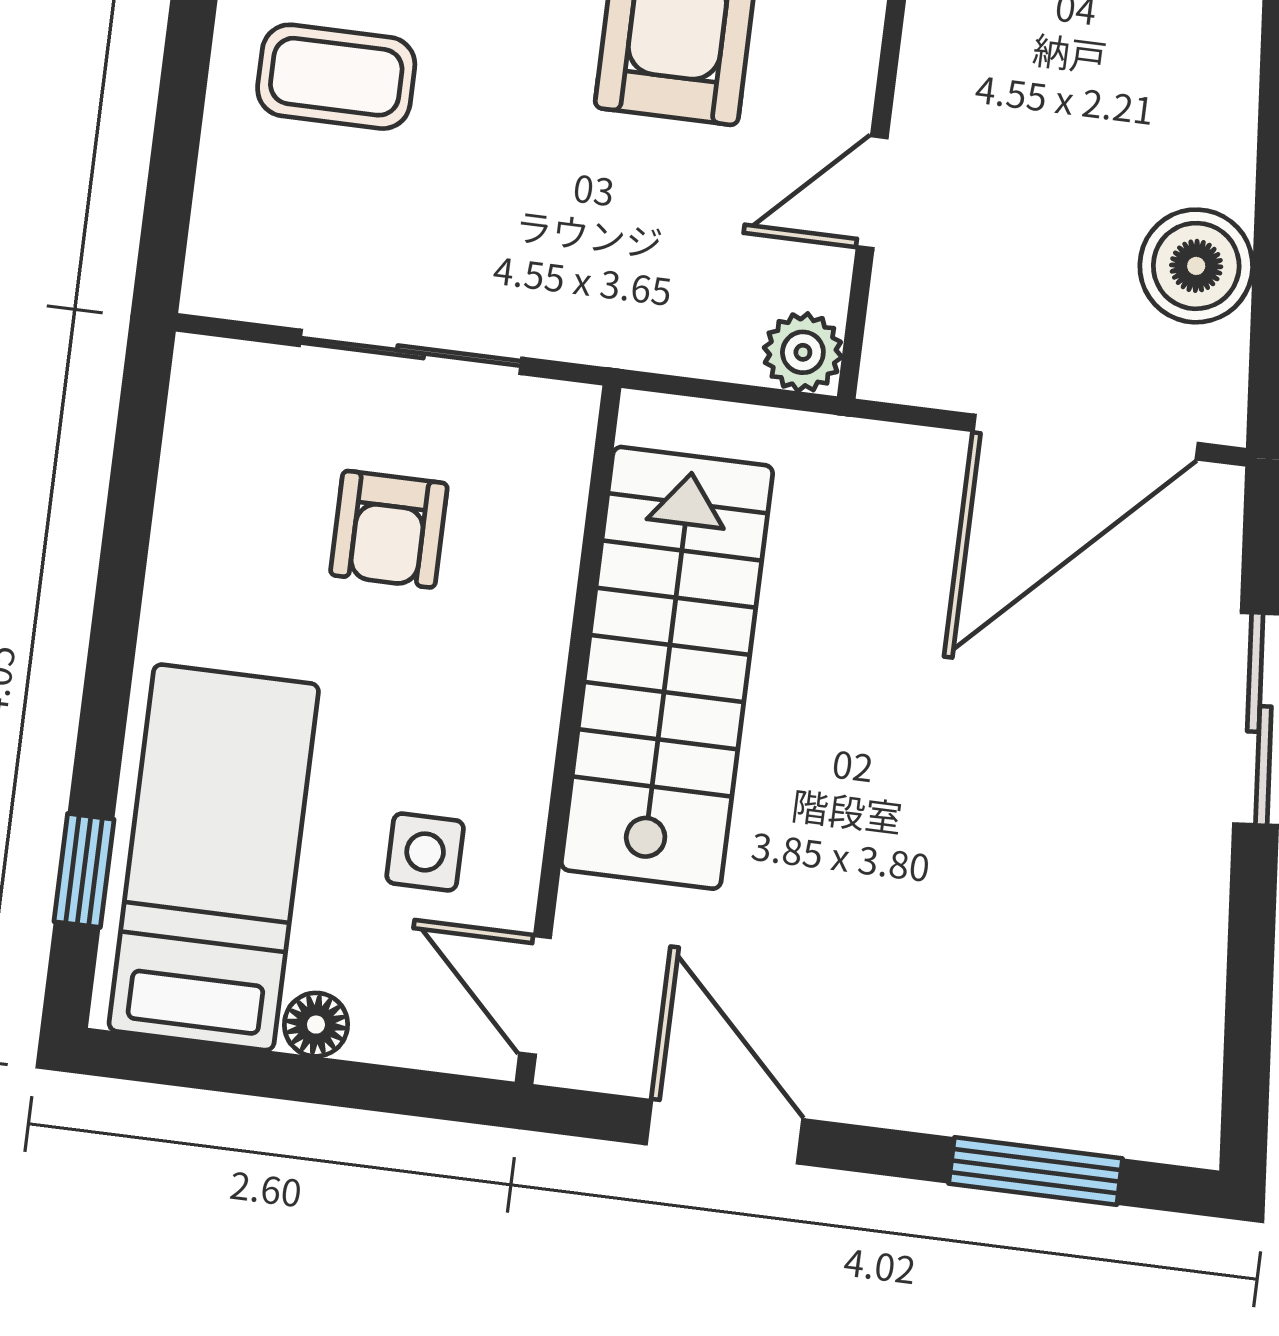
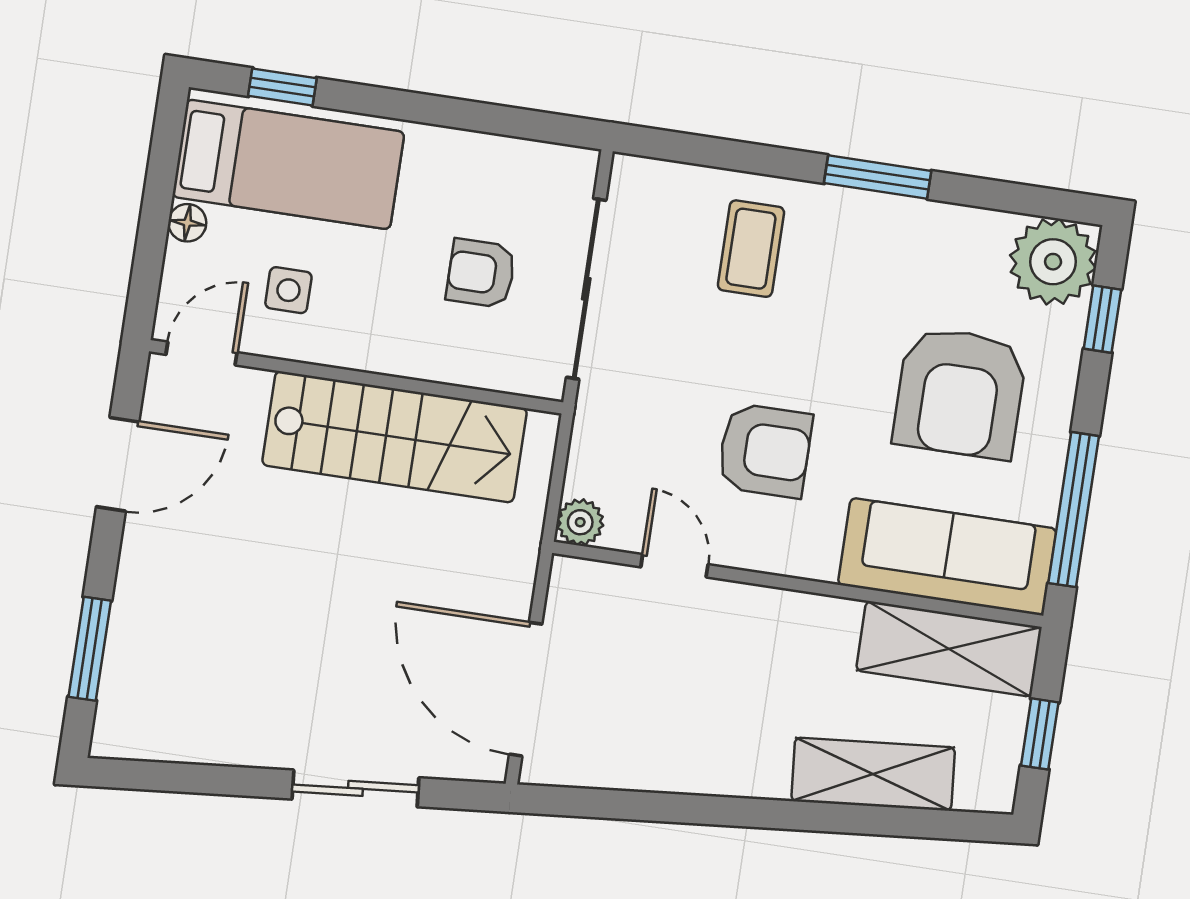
boiler: (1196, 266) -> (626, 757), removed
sliding door: (411, 352) -> (586, 289), width x1.37

